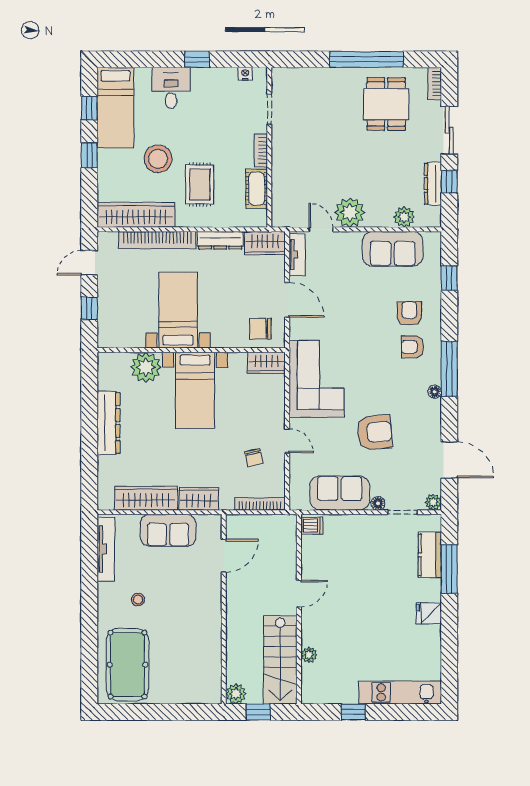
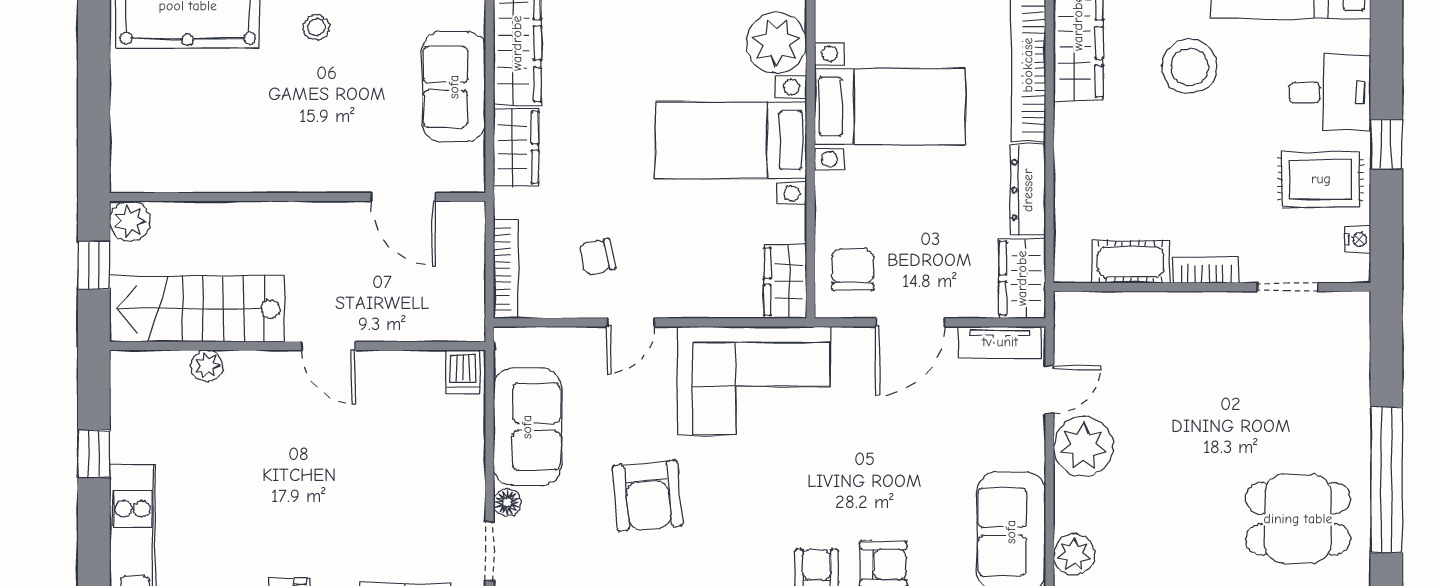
rug: (200, 184) -> (1321, 179), moved

